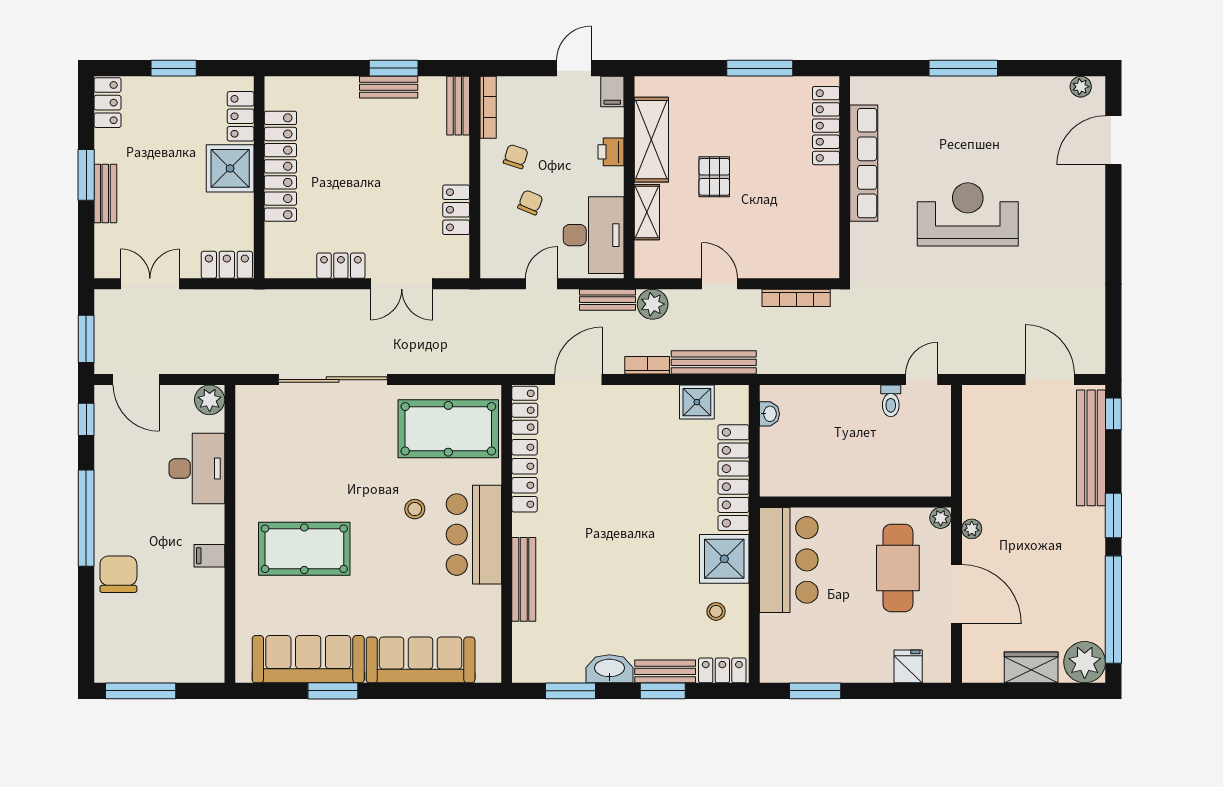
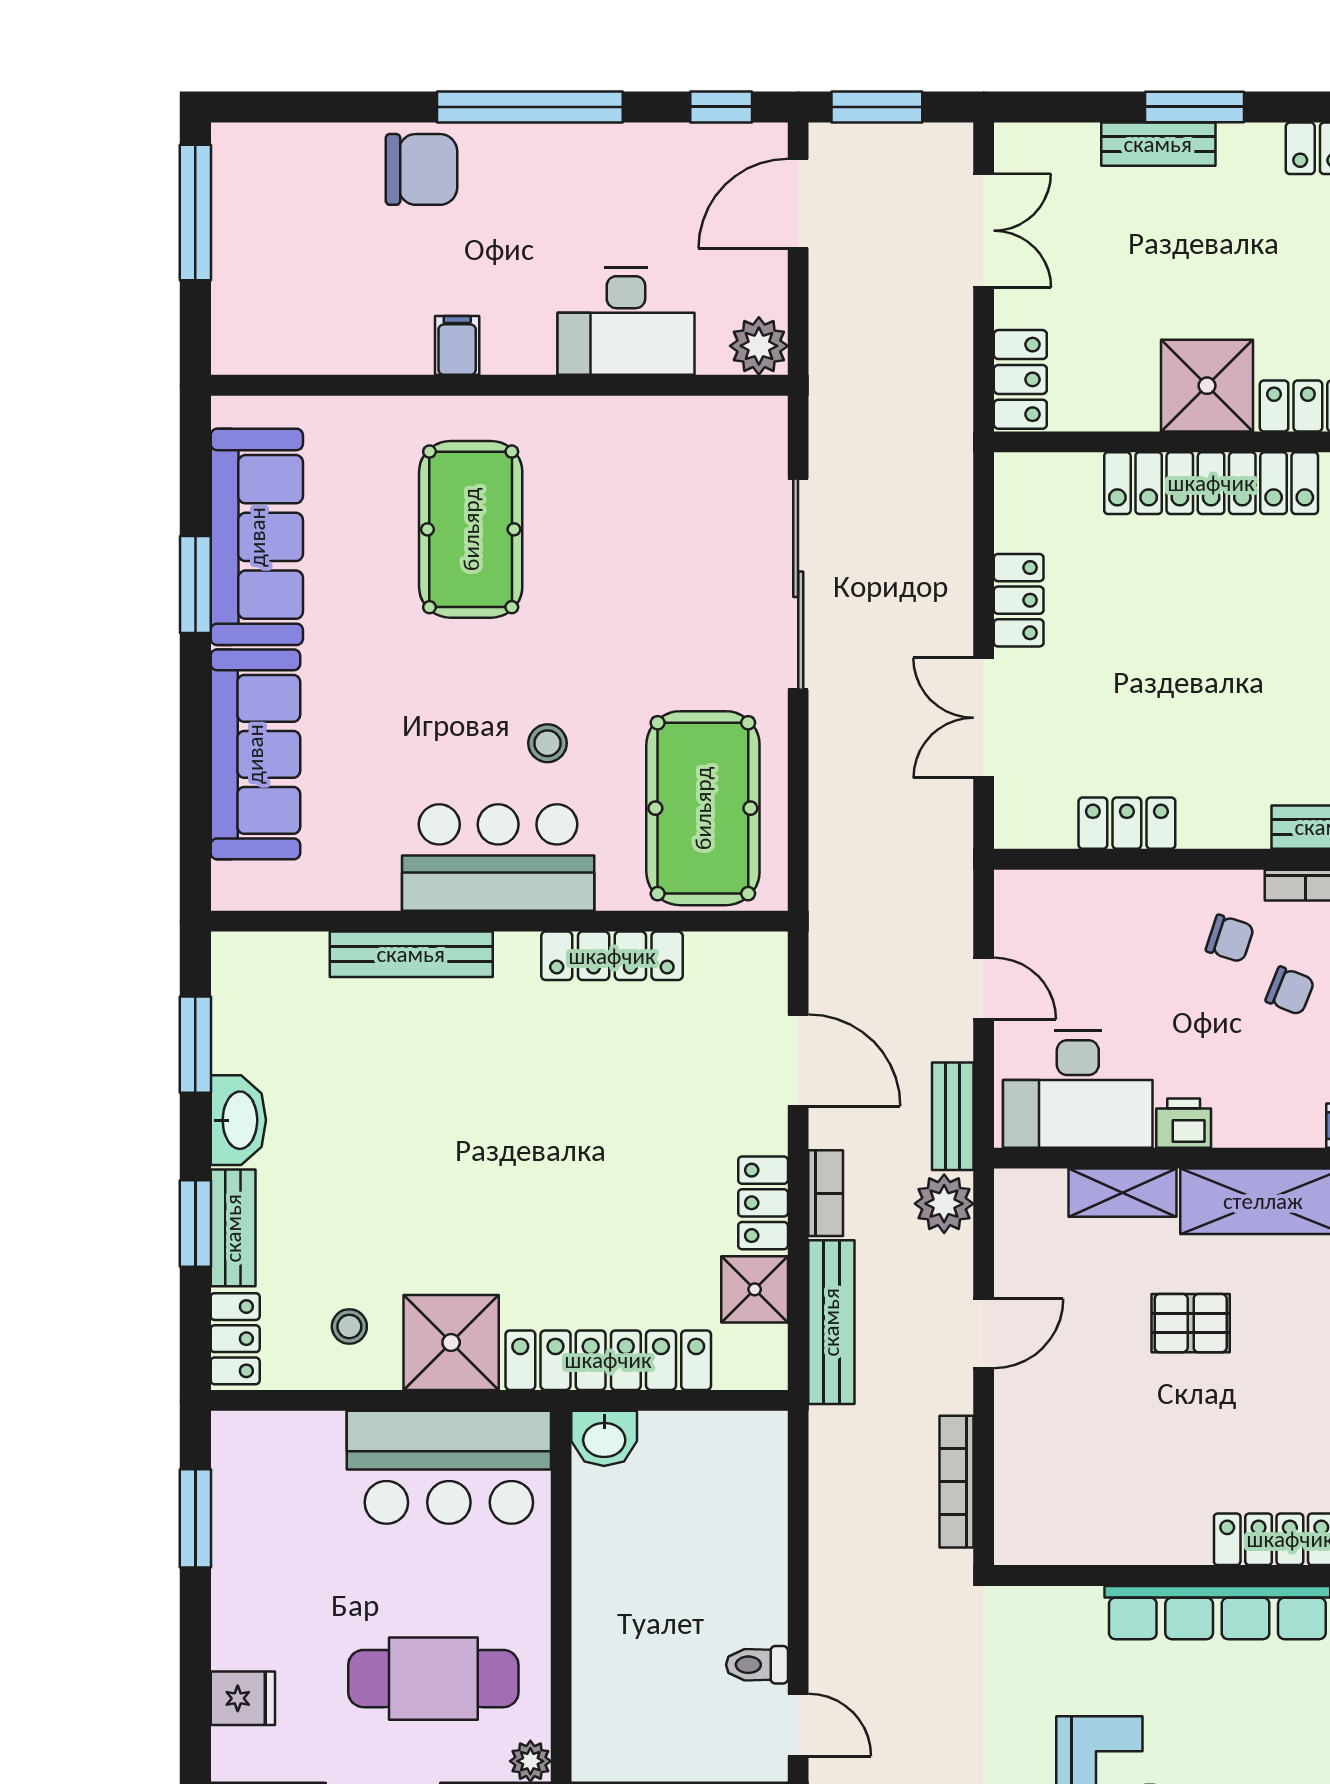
printer: (611, 152) -> (1184, 1123), moved
chair: (530, 202) -> (1290, 991), moved
locker: (525, 410) -> (763, 1203), moved, turned 90
washbasin: (769, 414) -> (604, 1438), moved, width x1.38, depth x1.45

